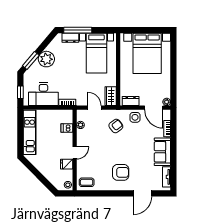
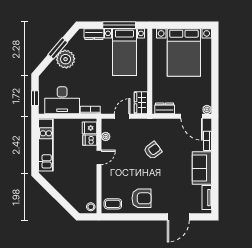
window: (78, 30) -> (119, 25), moved
window: (31, 61) -> (58, 48), moved
door: (94, 108) -> (122, 116), hinge flipped
side table: (135, 117) -> (170, 128), removed
armchair: (116, 126) -> (153, 150), moved
door: (75, 153) -> (99, 157), moved
fridge: (67, 164) -> (89, 128), moved
armchair: (121, 172) -> (142, 198), moved

